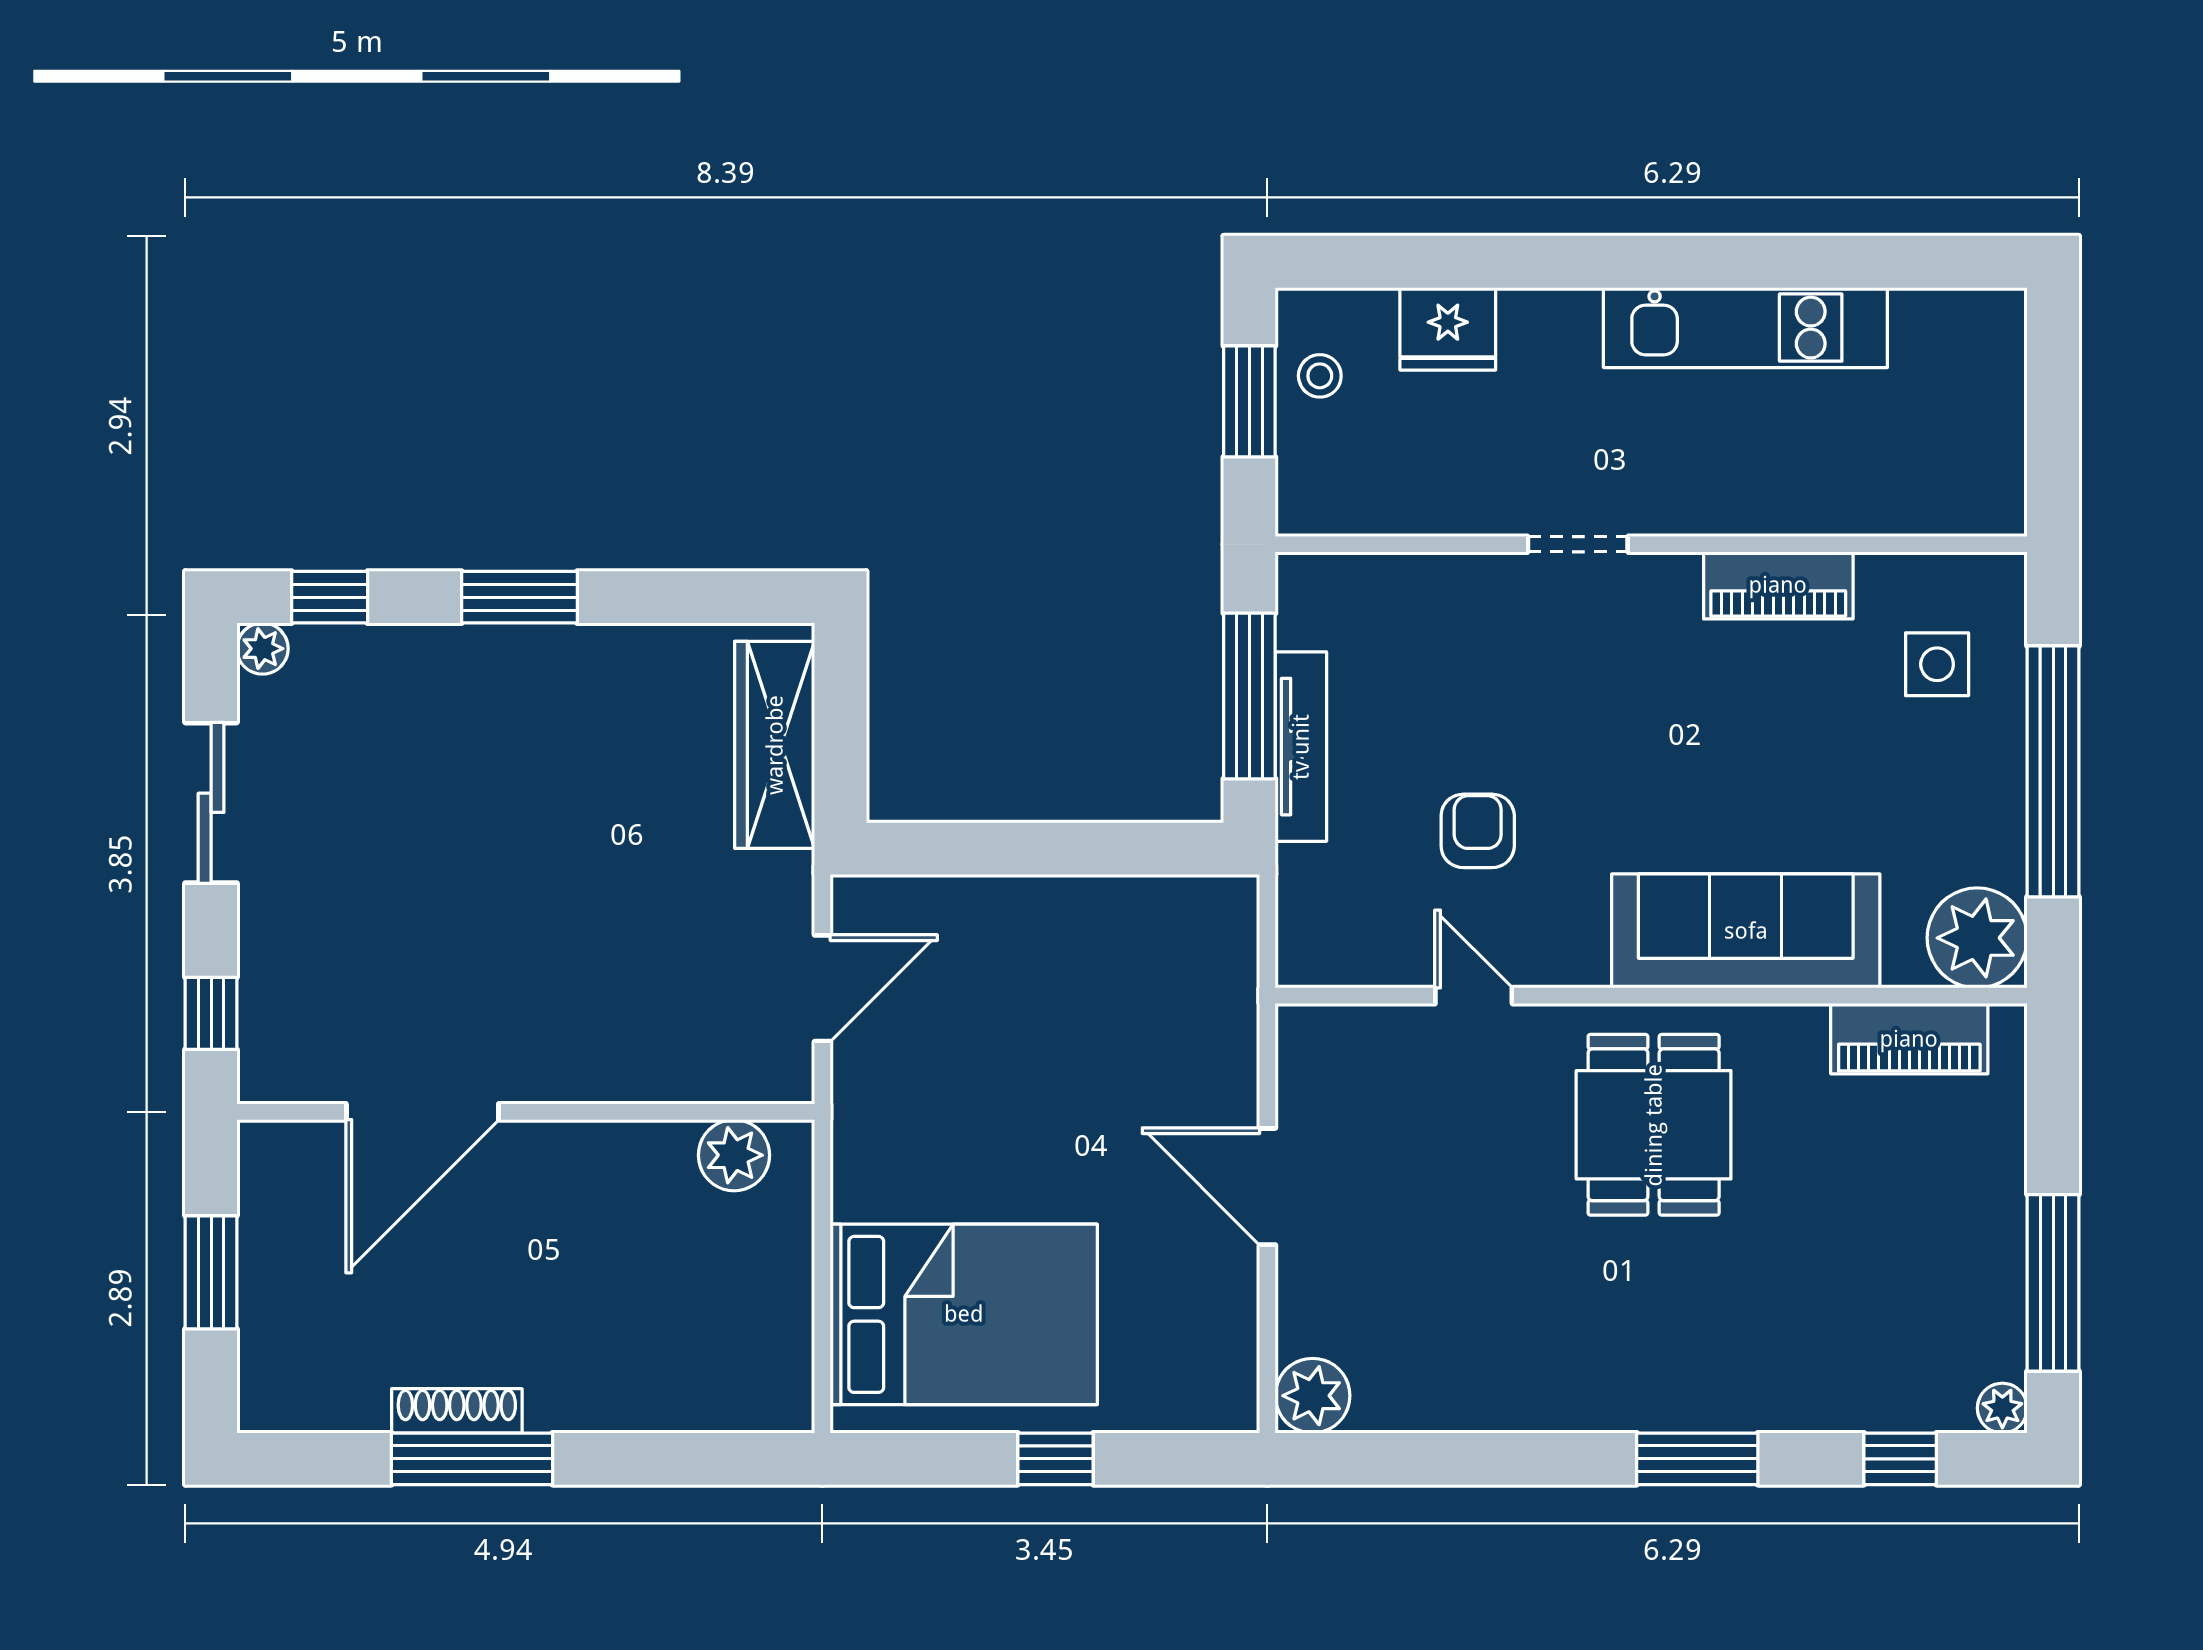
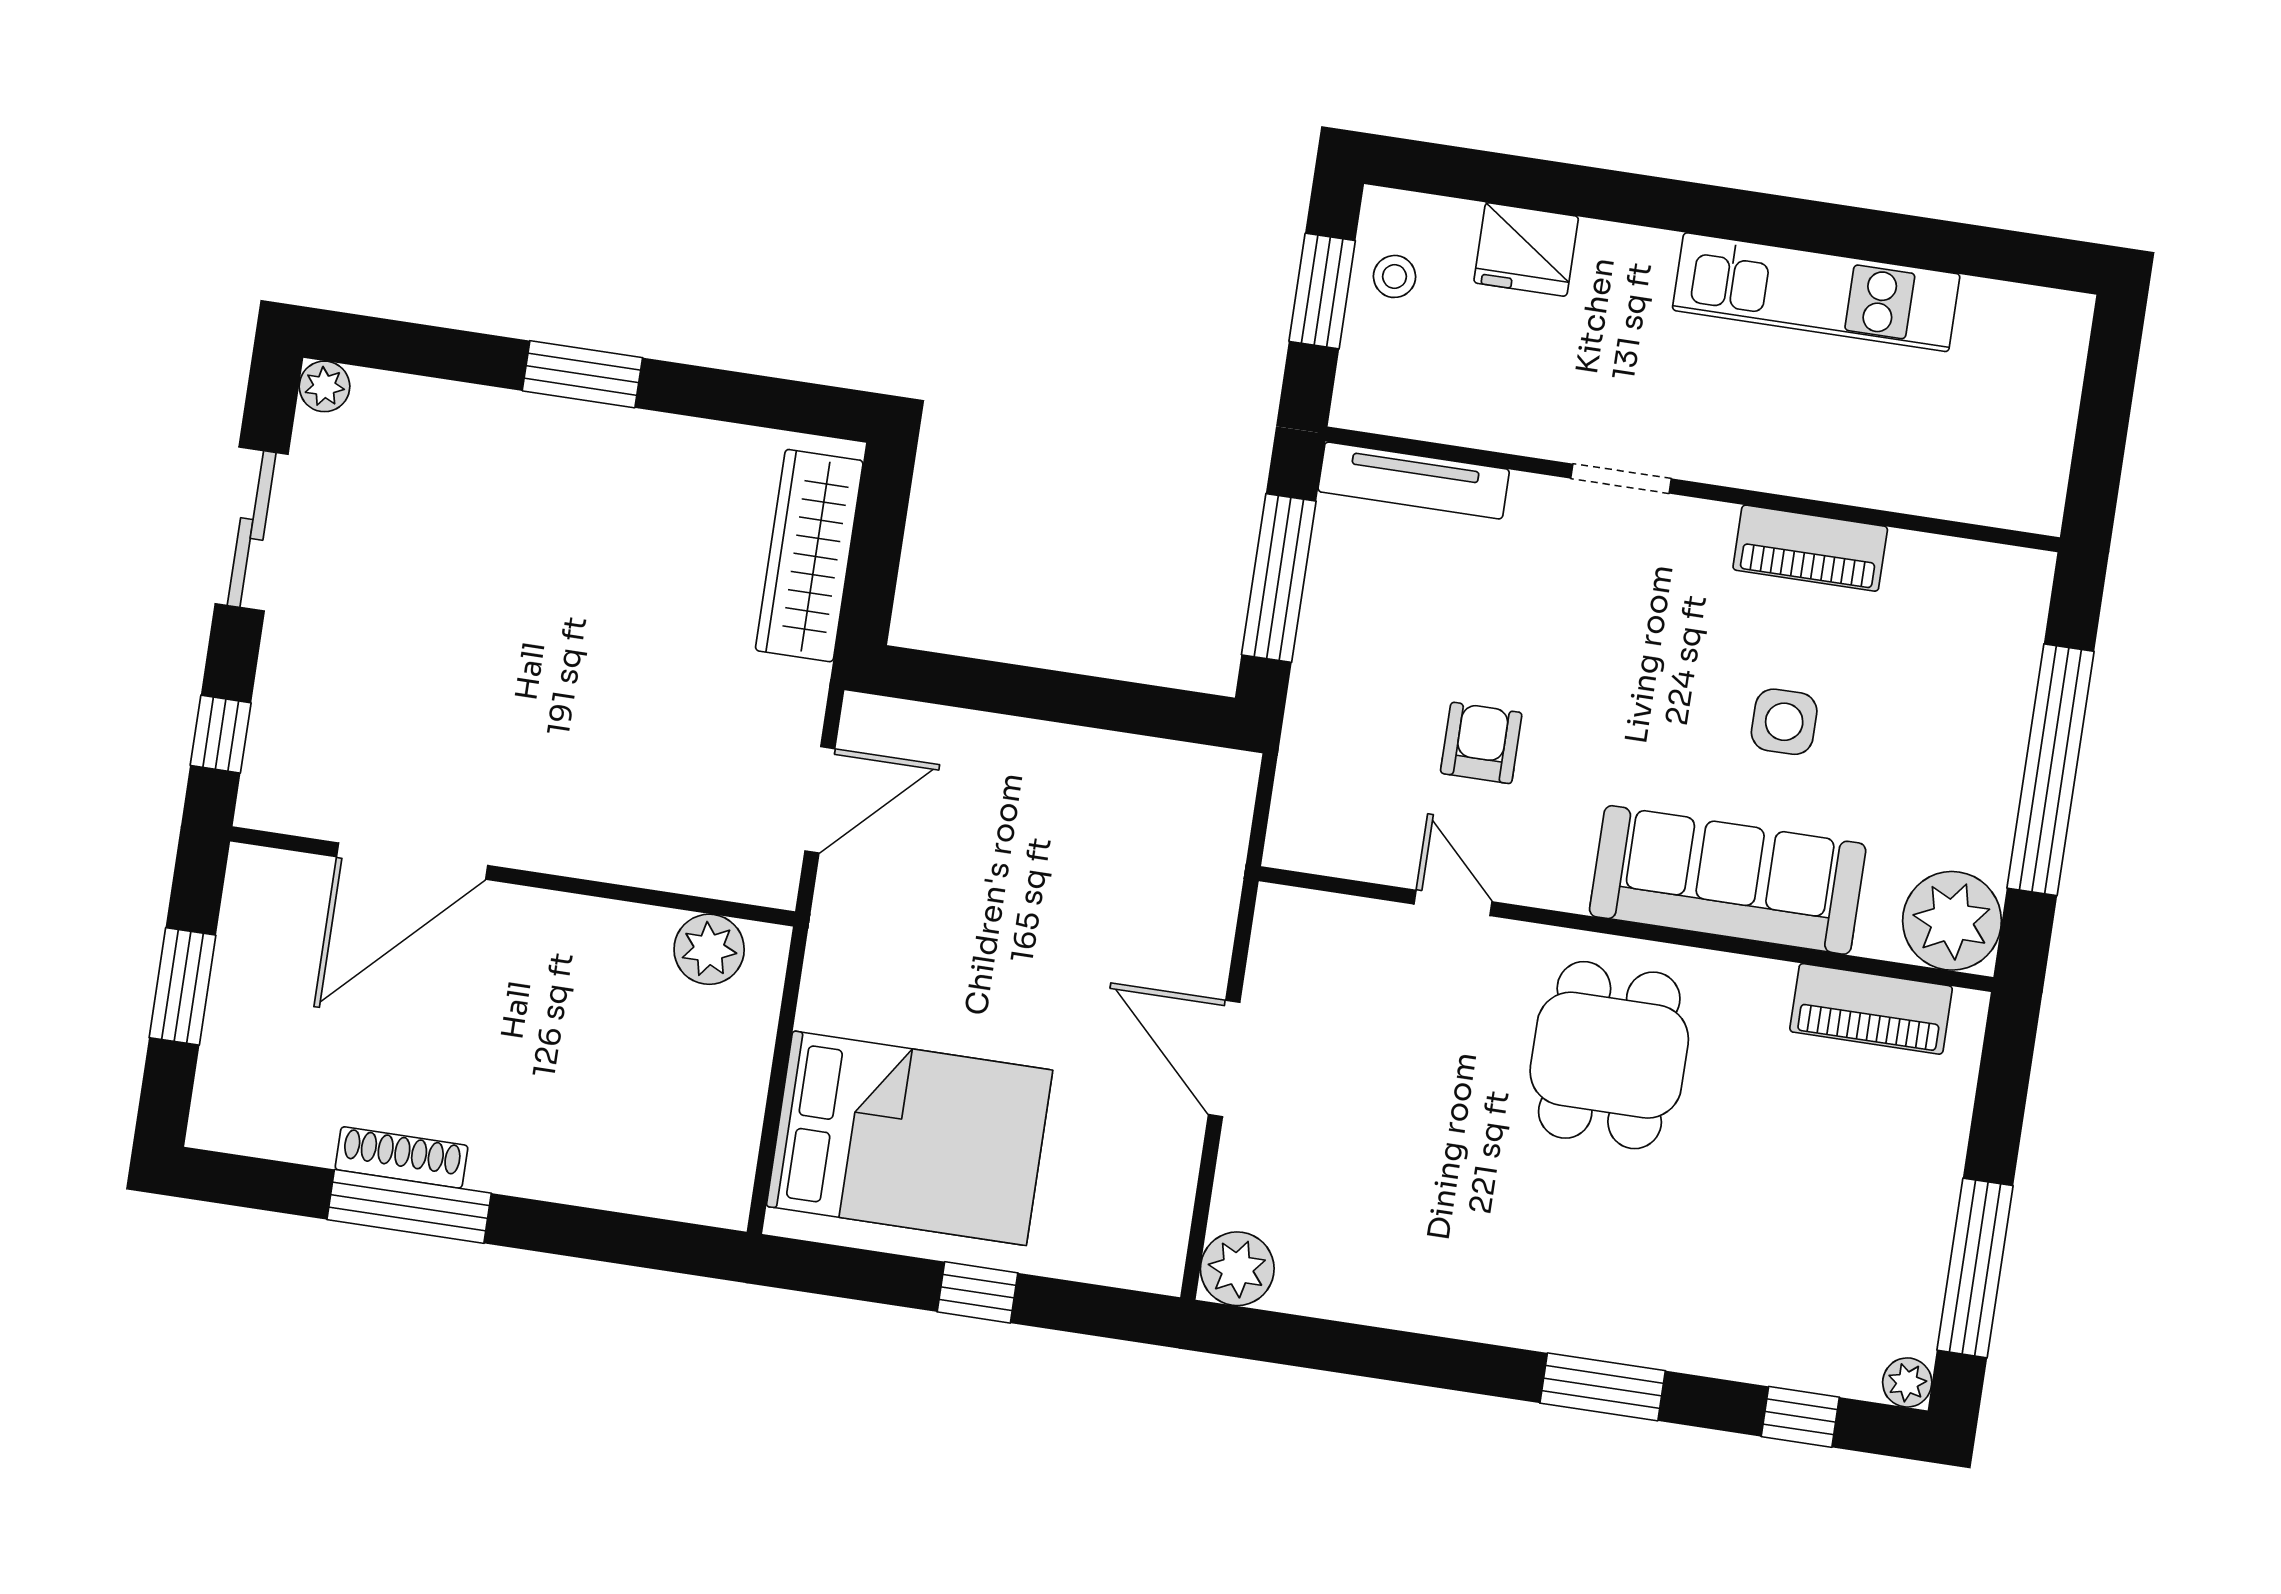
window: (330, 597) -> (397, 346), removed
side table: (1937, 664) -> (1784, 722), moved
tv unit: (1301, 747) -> (1414, 480), moved, turned 90

